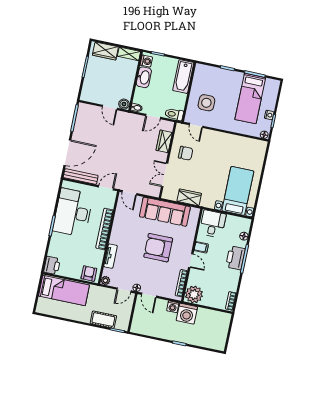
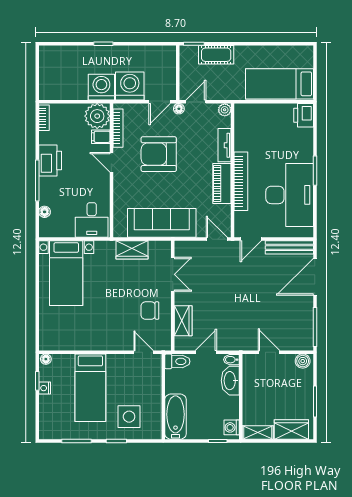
washbasin: (144, 77) -> (230, 381), moved
bed: (250, 98) -> (90, 388), moved, turned 180
side table: (206, 103) -> (129, 417), moved
boiler: (124, 104) -> (303, 361), moved
piano: (118, 230) -> (222, 183), added
filing cabinet: (201, 247) -> (101, 137), moved
armchair: (158, 248) -> (159, 154), moved, turned 180
printer: (235, 258) -> (50, 160), moved
armchair: (89, 274) -> (250, 115), removed
door: (149, 295) -> (160, 102), swing flipped
washing machine: (173, 307) -> (130, 86), width x1.89, depth x1.89

